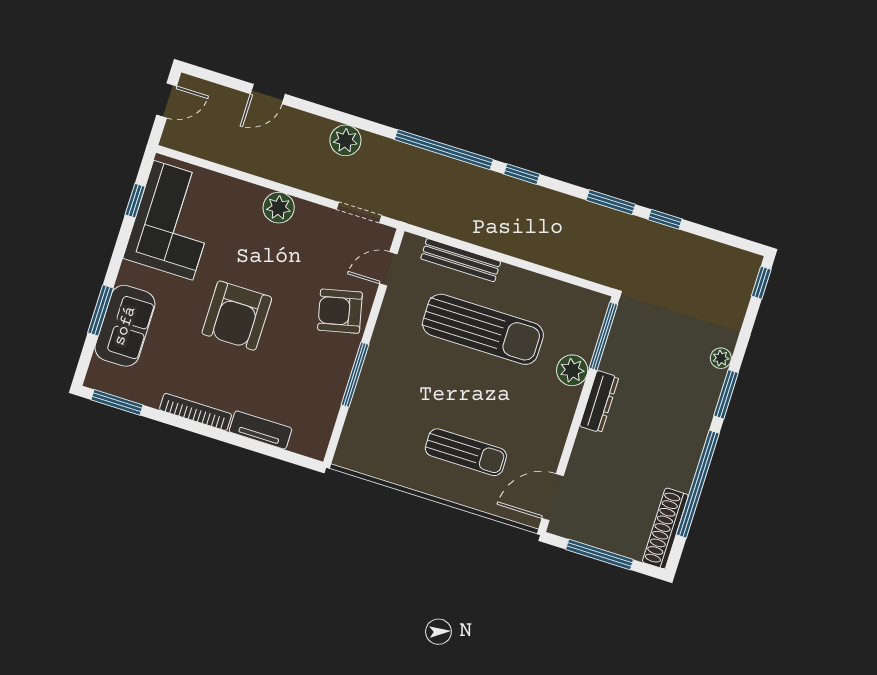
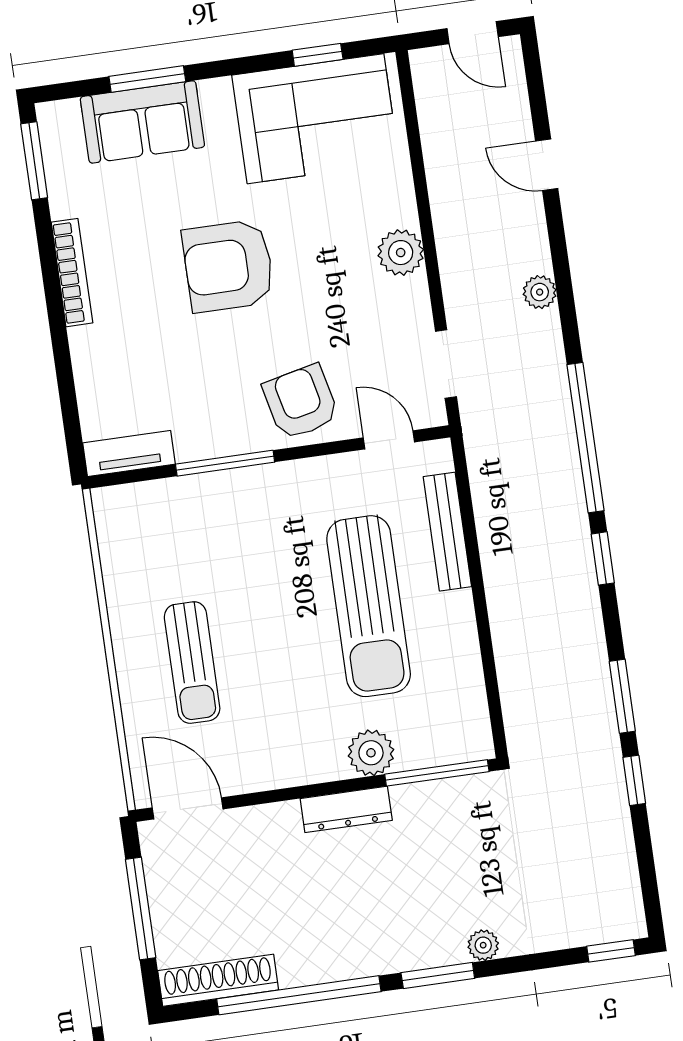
plant: (345, 140) -> (540, 292), width x0.73, depth x0.73
tv unit: (260, 430) -> (129, 454), moved, turned -90

